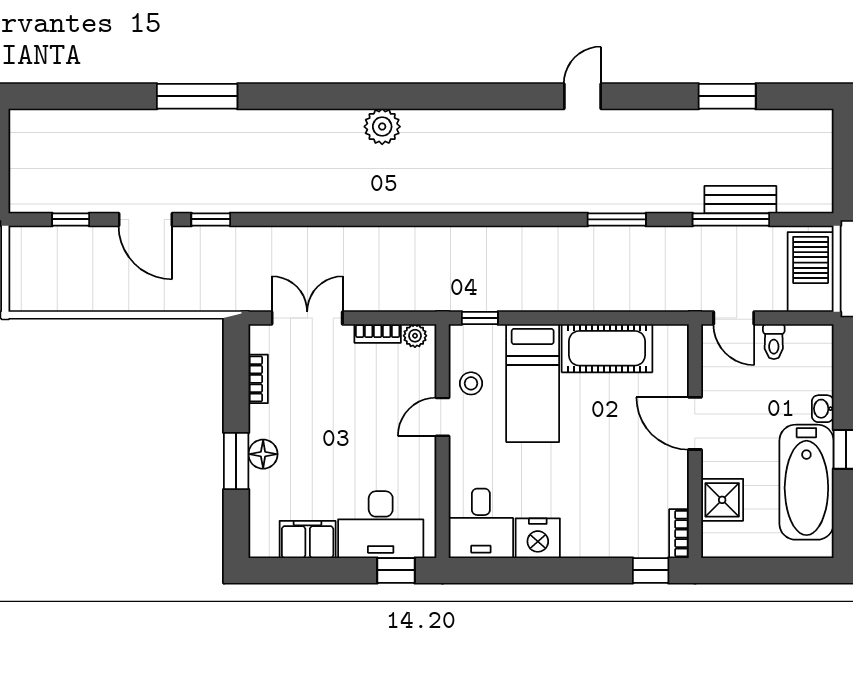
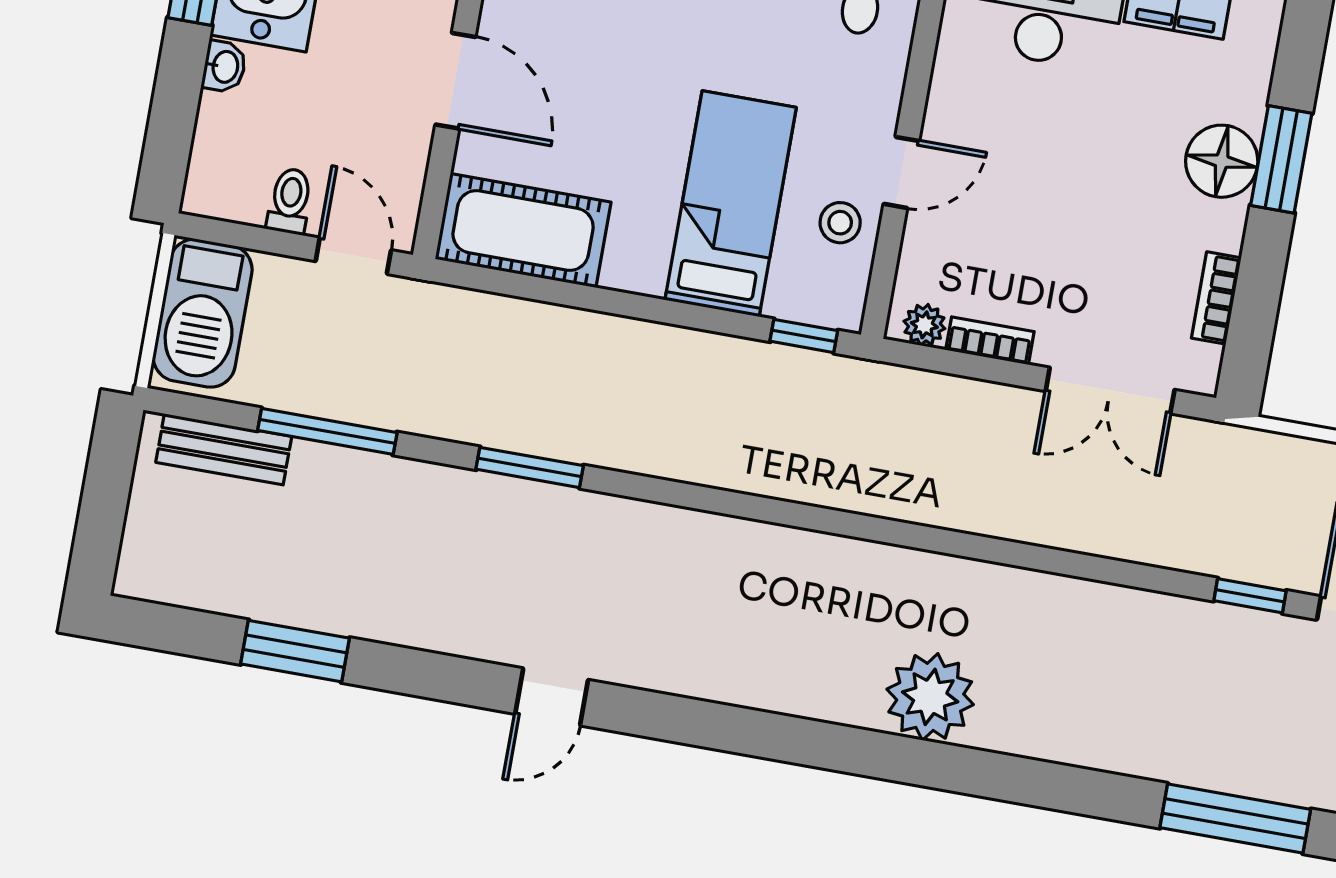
plant: (382, 127) -> (930, 697), width x1.36, depth x1.36
bench: (740, 200) -> (224, 449), moved
cot: (607, 348) -> (523, 230), moved
floor lamp: (263, 454) -> (1222, 161), width x1.38, depth x1.38

